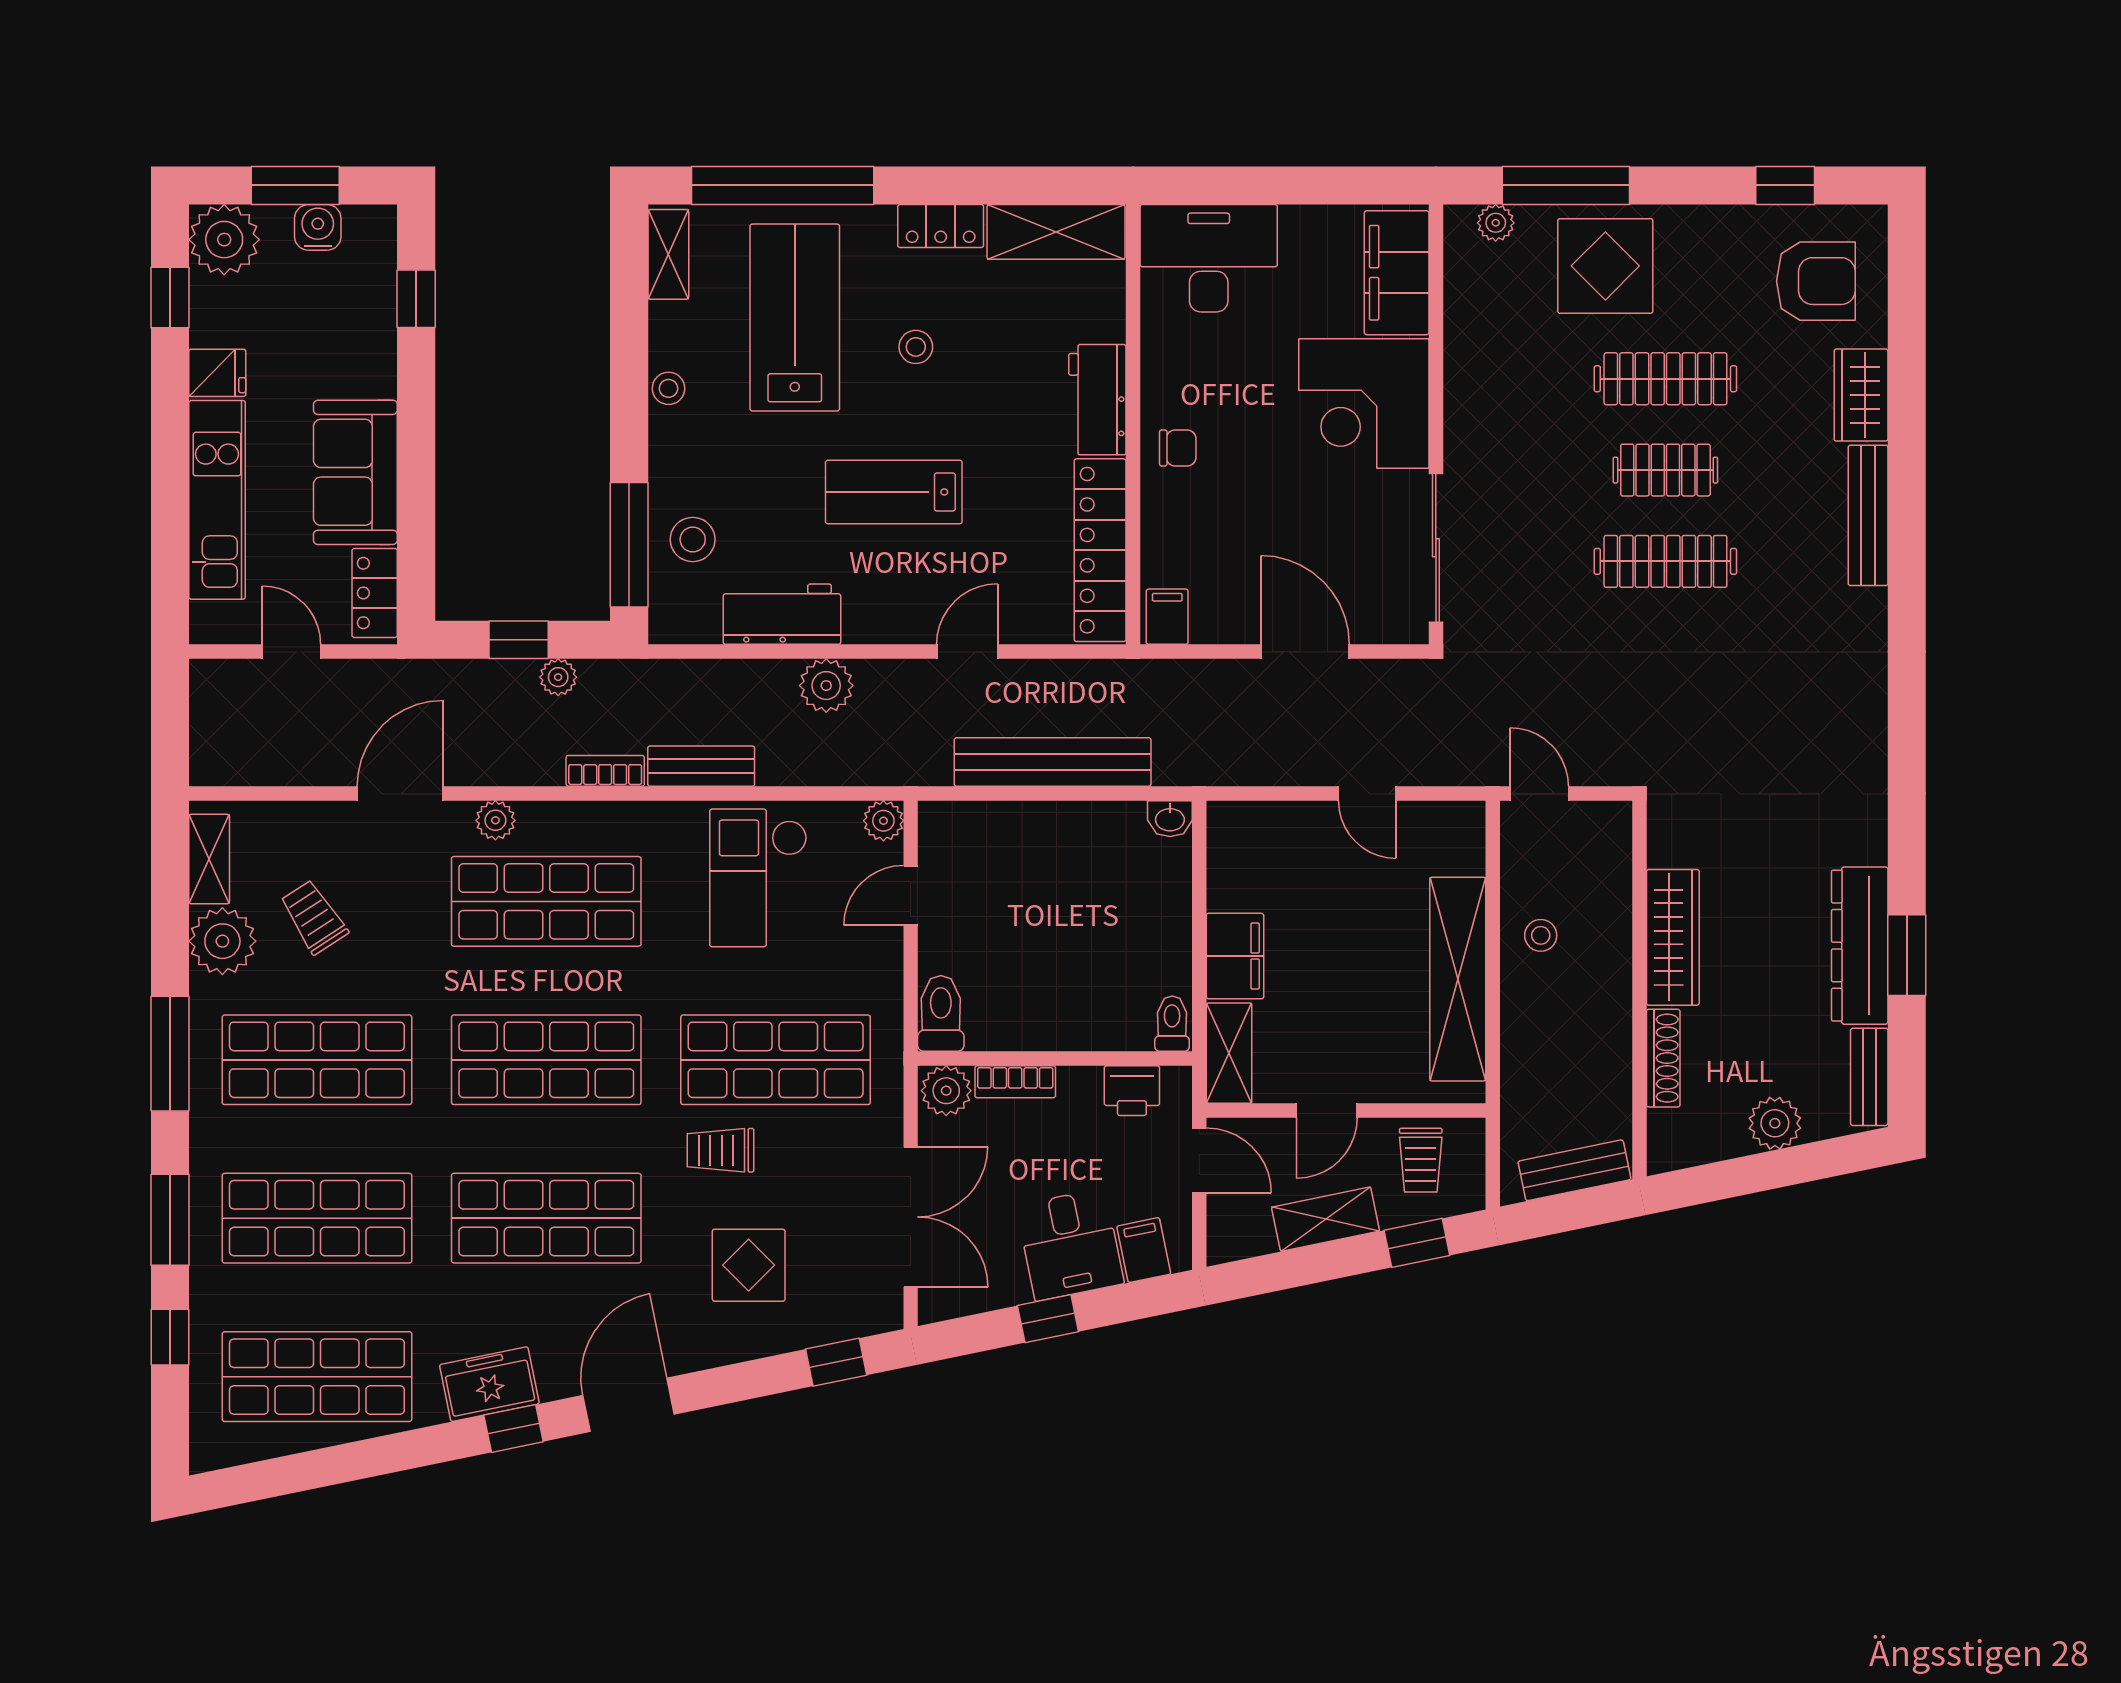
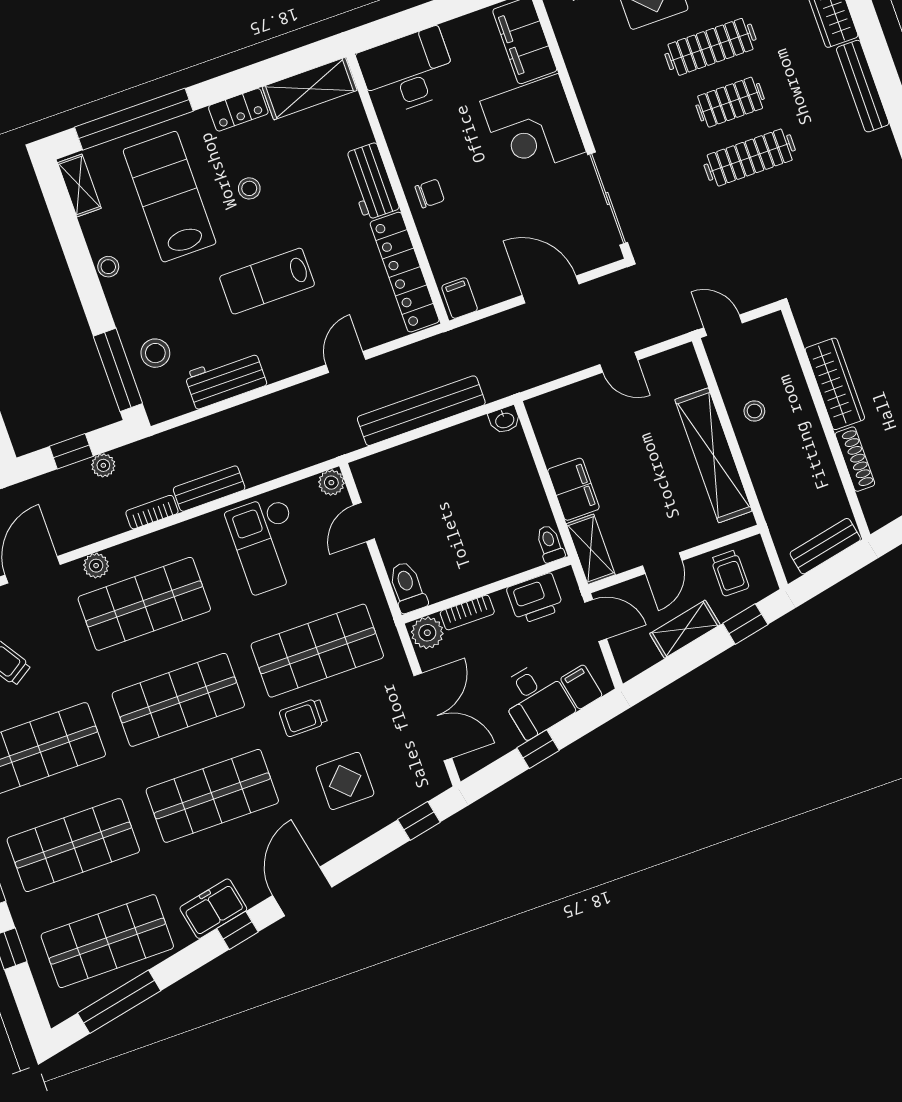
plant: (826, 686) -> (268, 413), removed
printer: (1132, 1091) -> (535, 599), width x1.36, depth x1.24
window: (303, 1472) -> (119, 1002), added

